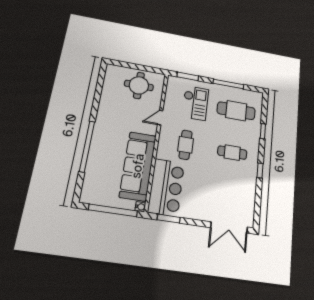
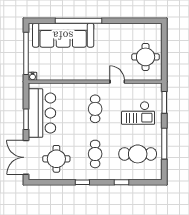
cafe table: (236, 111) -> (138, 154), turned 90
cafe table: (186, 145) -> (95, 109), turned 90
sofa: (138, 166) -> (63, 35), moved, turned 180
bar counter: (166, 187) -> (42, 113), moved, turned -90
round table: (234, 194) -> (56, 159), added
window: (169, 219) -> (26, 119), moved

